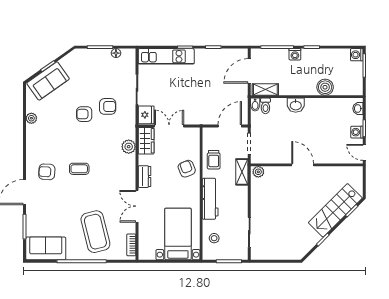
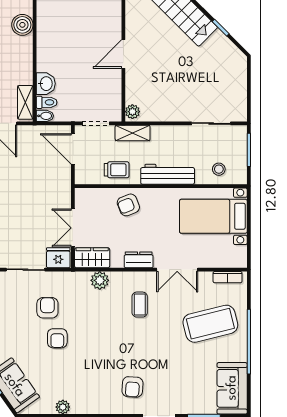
washbasin: (296, 105) -> (46, 84), moved
coffee table: (79, 169) -> (140, 305), moved

